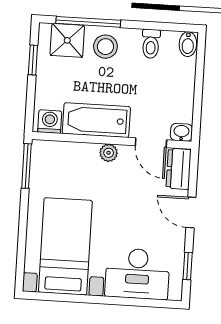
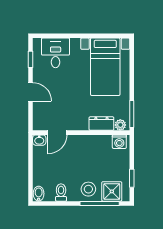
bathtub: (96, 120) -> (91, 144), removed
door: (151, 143) -> (57, 133), swing flipped
plant: (109, 153) -> (120, 125), moved
dresser: (179, 169) -> (101, 124), moved, turned -90
desk: (137, 274) -> (56, 53), width x0.73

